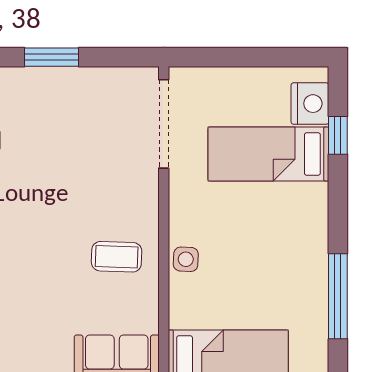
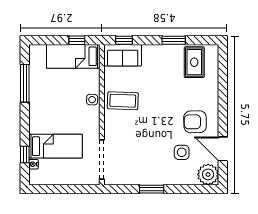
nightstand: (310, 104) -> (33, 164), width x0.53, depth x0.56
coffee table: (117, 257) -> (123, 101), width x1.36, depth x1.30

